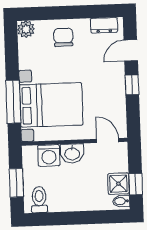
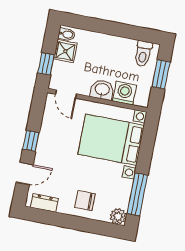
chair: (63, 37) -> (85, 201), turned 90
window: (13, 102) -> (137, 194), moved
window: (136, 184) -> (46, 64), moved

